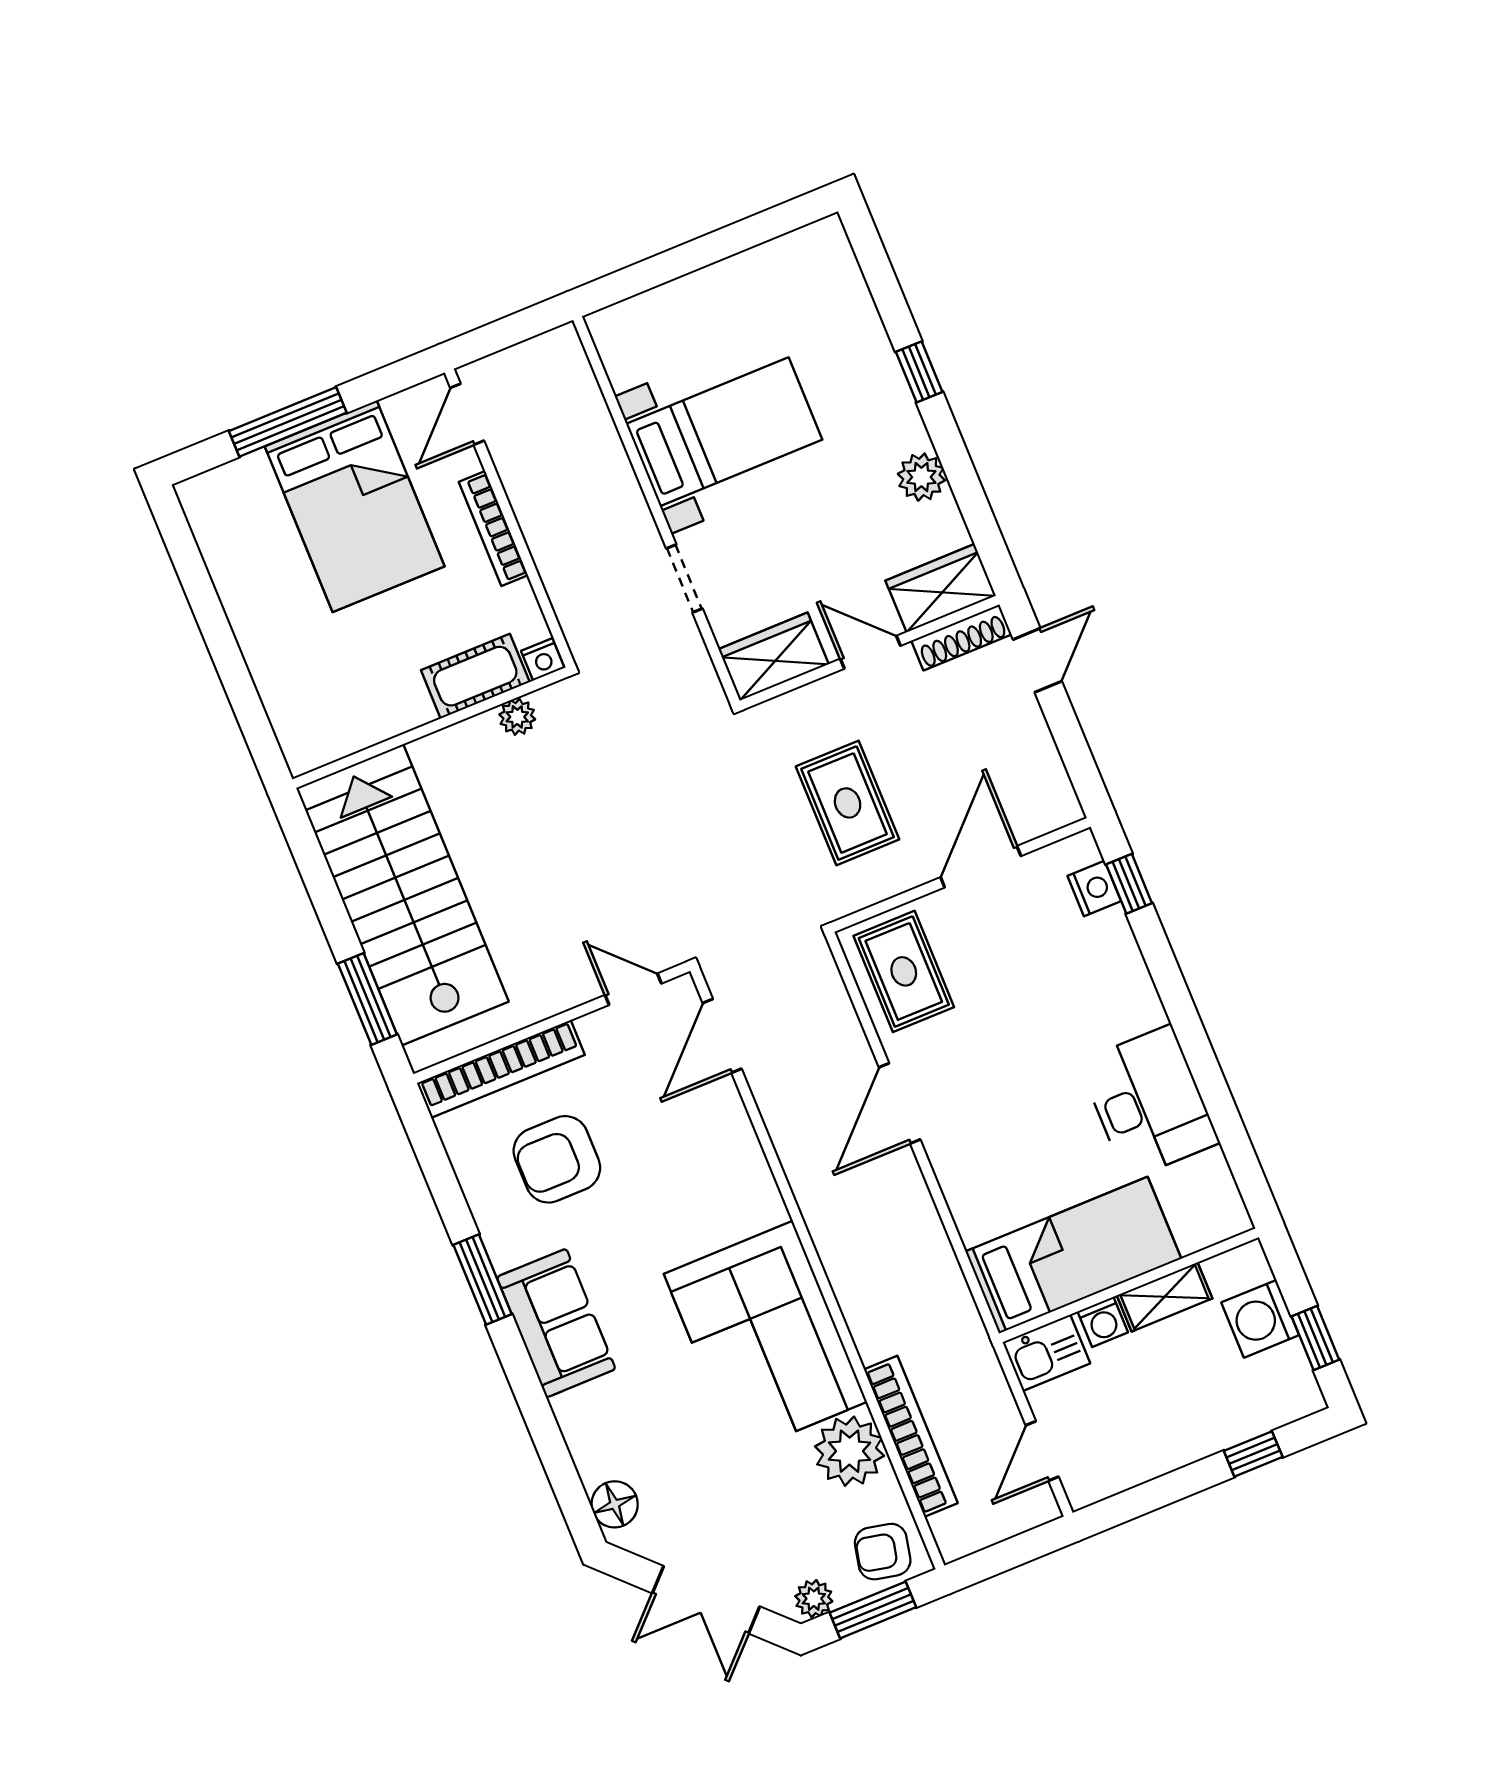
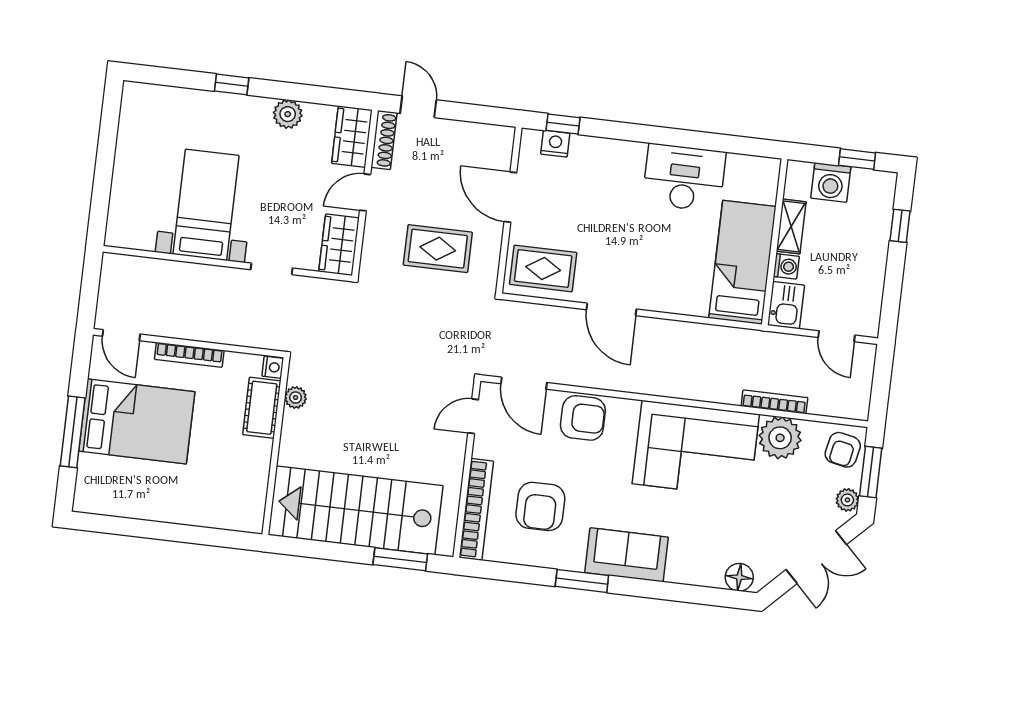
armchair: (719, 1150) -> (583, 418), added
bookcase: (911, 1436) -> (774, 402), width x0.68, depth x0.76

